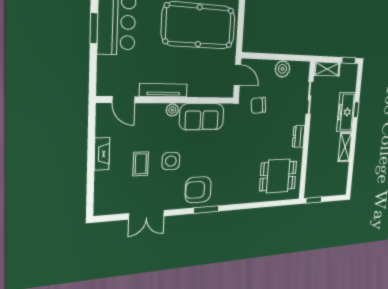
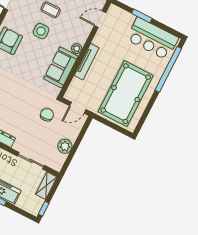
window: (94, 28) -> (142, 16), moved
tv unit: (163, 90) -> (87, 62), moved

